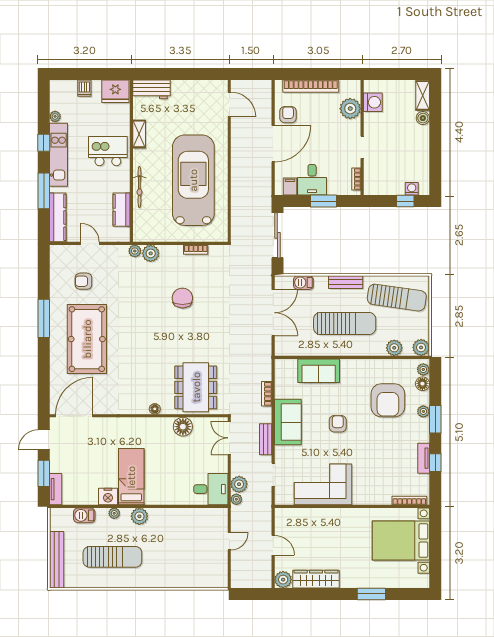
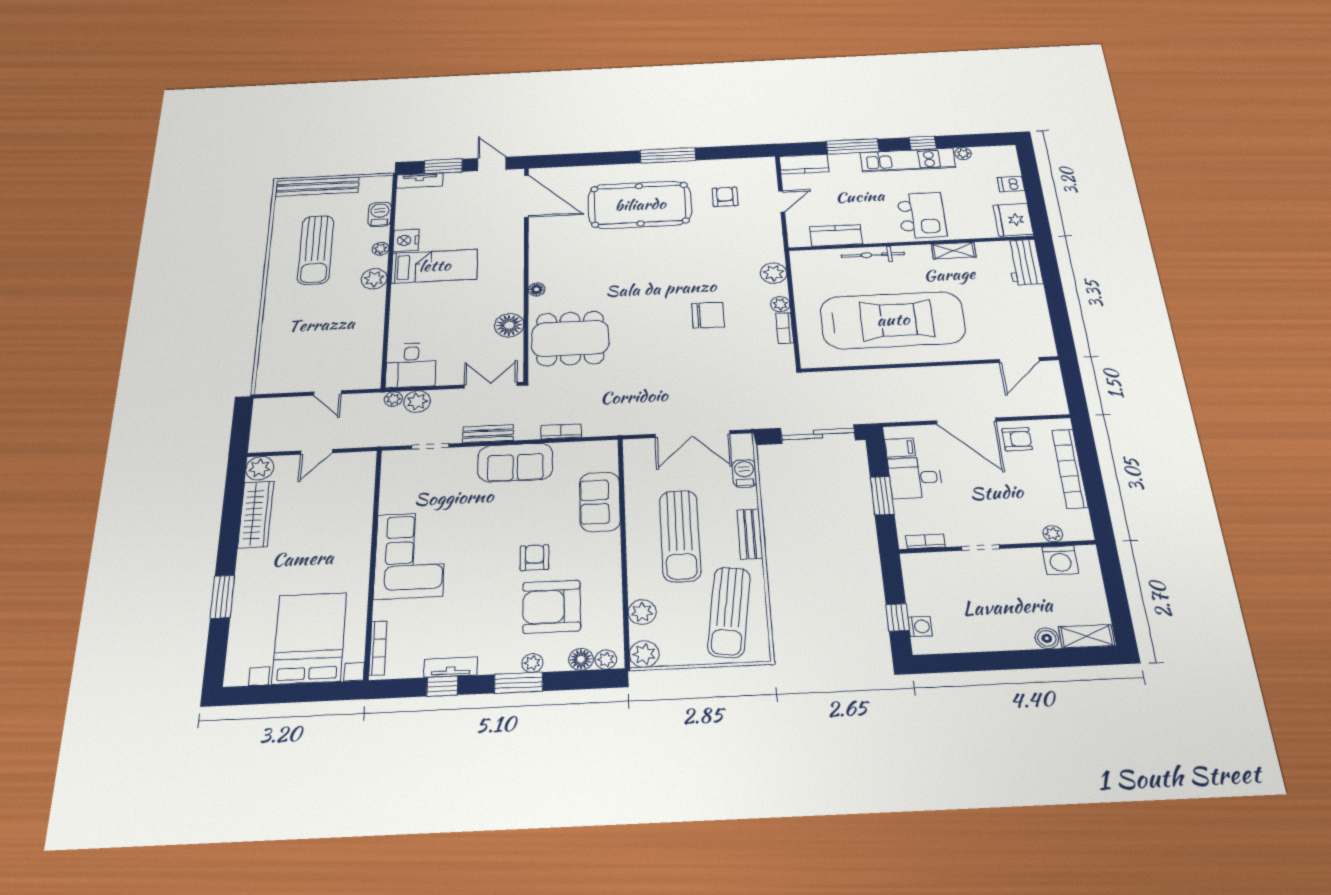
plant: (350, 109) -> (1053, 534), width x0.53, depth x0.53
kitchen counter: (58, 217) -> (804, 164), width x0.67
plant: (135, 251) -> (780, 304), moved
armchair: (338, 424) -> (534, 558), moved, turned -90
corner sofa: (323, 484) -> (410, 555), moved

